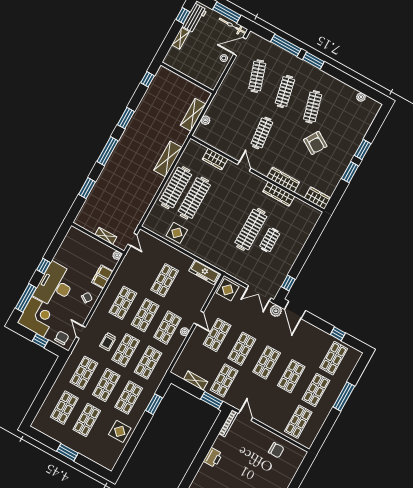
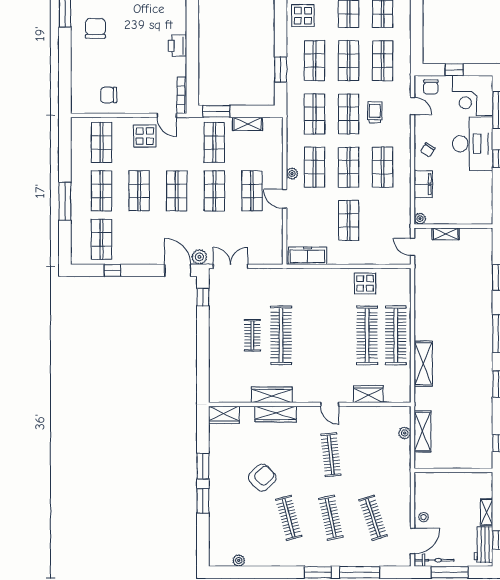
armchair: (315, 143) -> (262, 478), turned 104
display table: (228, 290) -> (145, 136), moved

